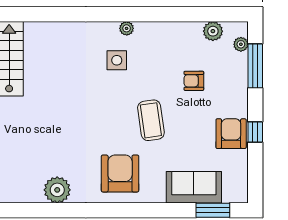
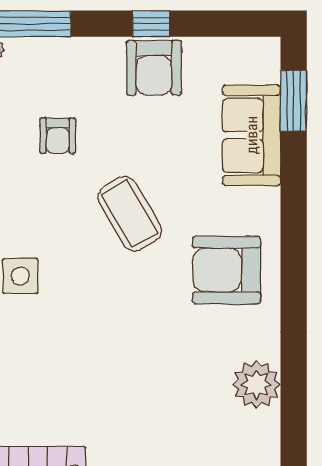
coffee table: (151, 120) -> (130, 214), turned 68
armchair: (231, 134) -> (154, 68), turned -90

